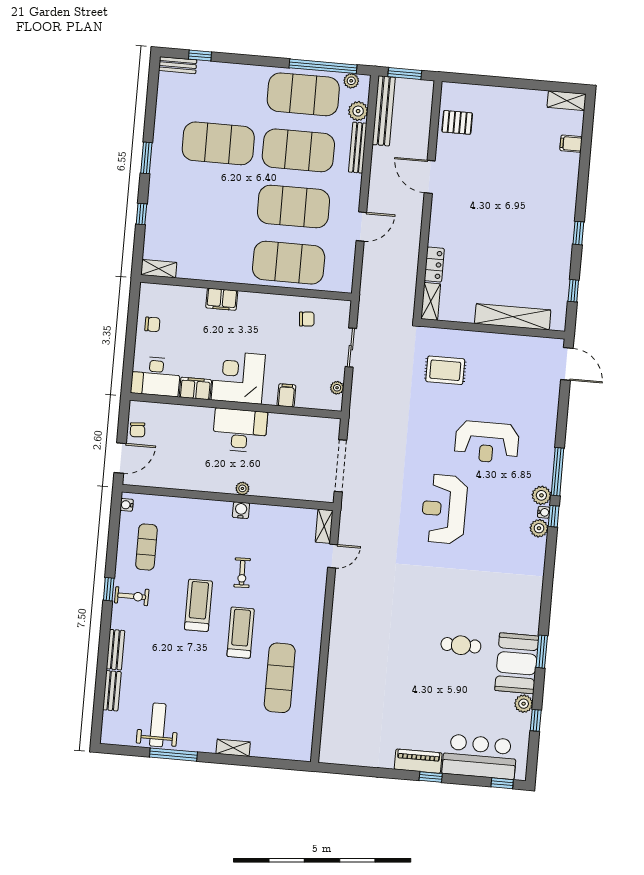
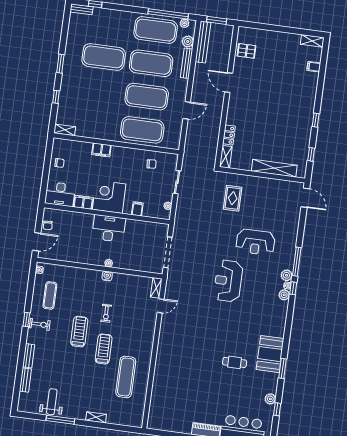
rug: (445, 370) -> (233, 198), turned 90
booth: (517, 663) -> (270, 354), moved

